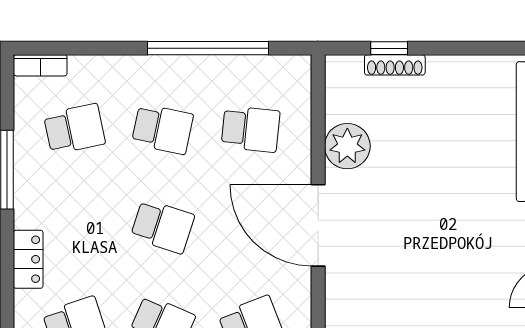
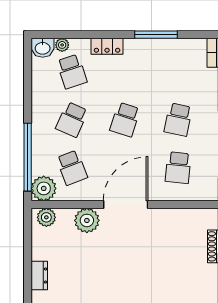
school desk: (74, 129) -> (178, 71), removed
plant: (347, 146) -> (87, 220), moved

